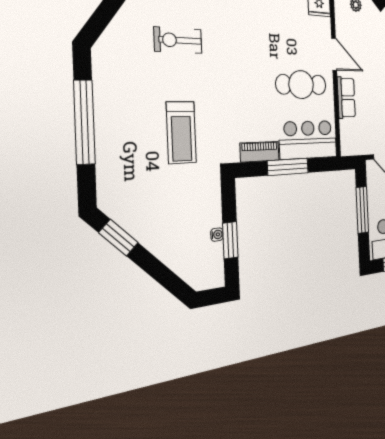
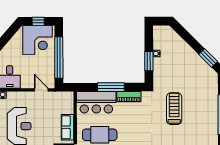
window: (362, 210) -> (59, 57), width x1.46
window: (230, 240) -> (149, 61), moved

